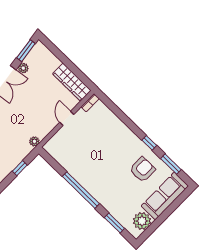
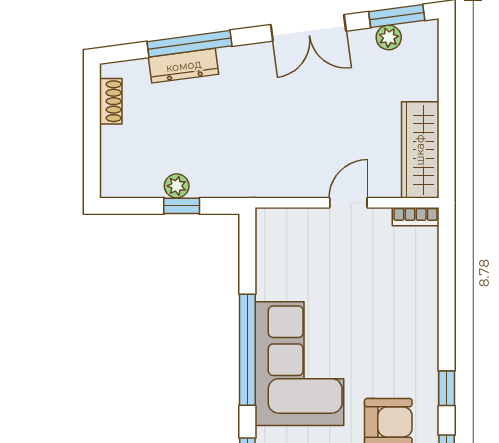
plant: (23, 68) -> (389, 37), moved
plant: (34, 141) -> (177, 186), moved
corner sofa: (100, 179) -> (299, 364), added

